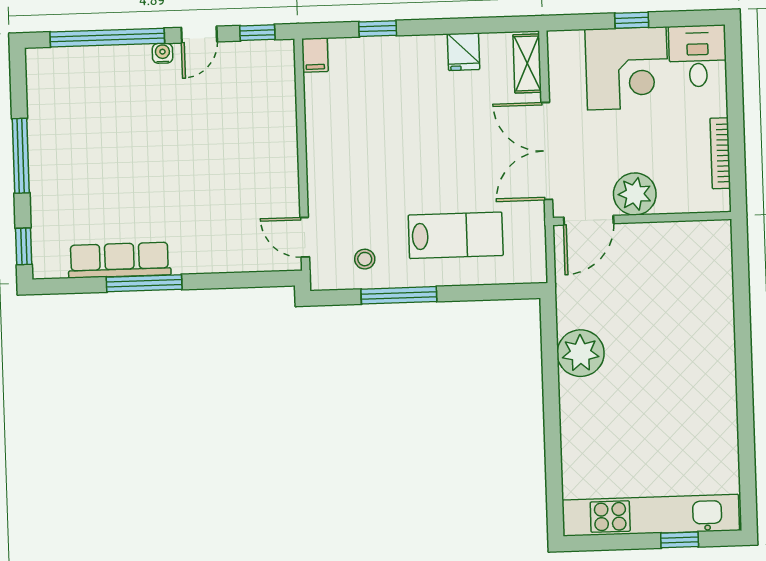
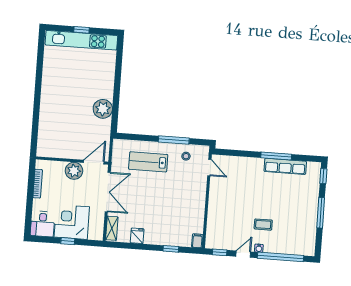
coffee table: (158, 112) -> (263, 225), added
window: (680, 540) -> (82, 30), moved

